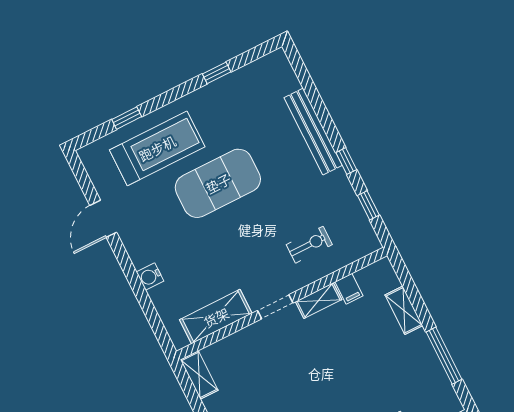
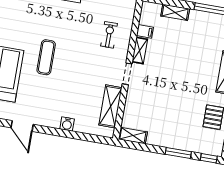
exercise mat: (218, 183) -> (46, 57), width x0.50, depth x0.69

